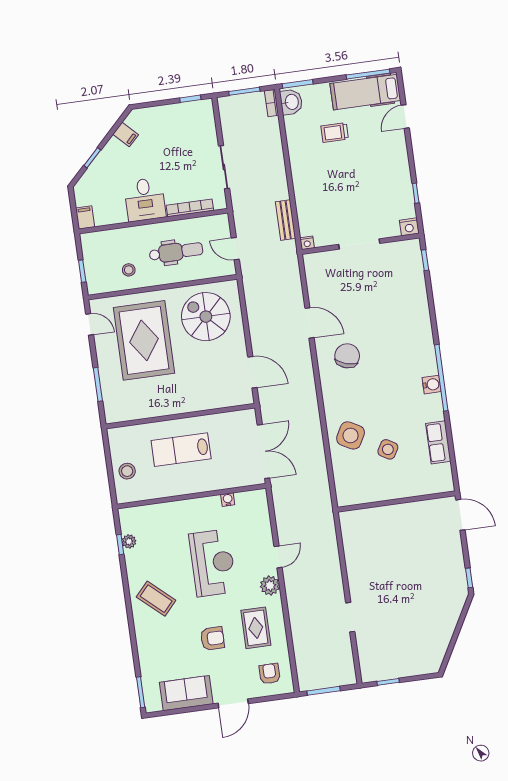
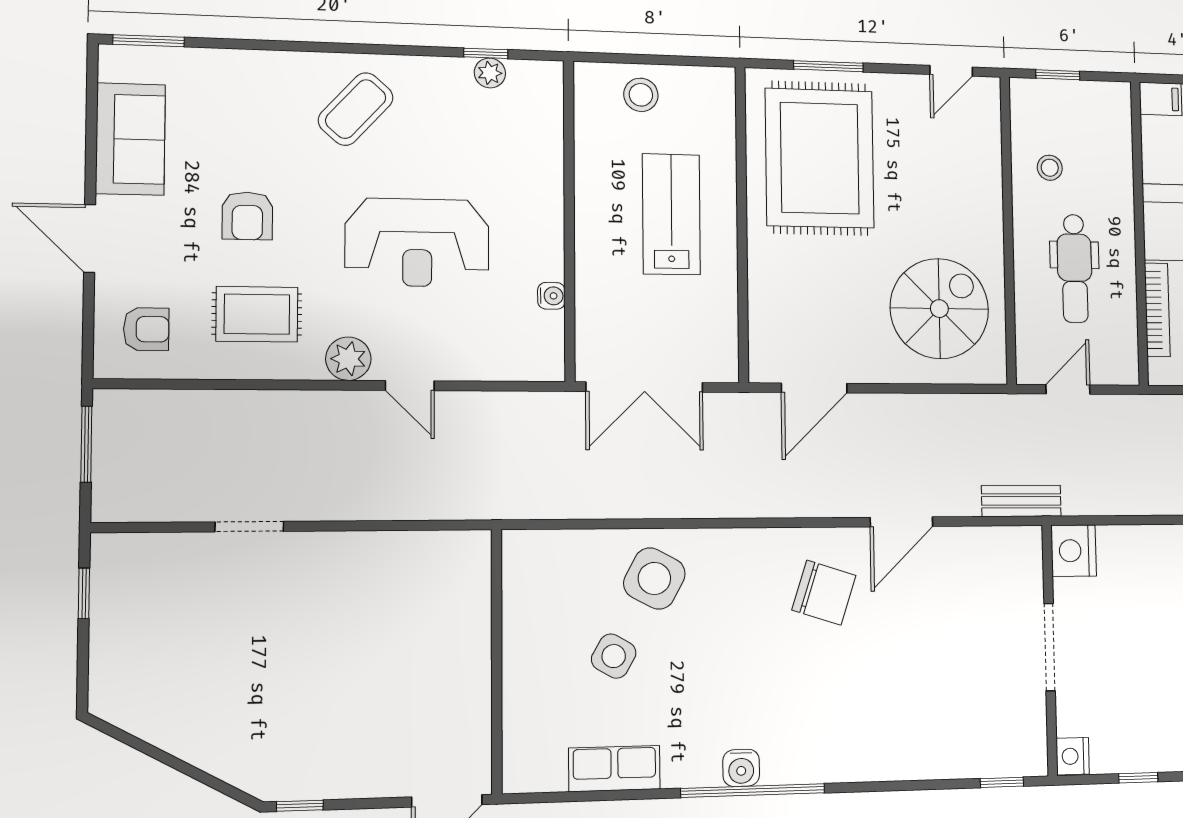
bench: (286, 220) -> (1021, 501), moved
nightstand: (307, 243) -> (1074, 551), width x1.89, depth x1.79
rug: (144, 340) -> (820, 158), moved, turned 90

